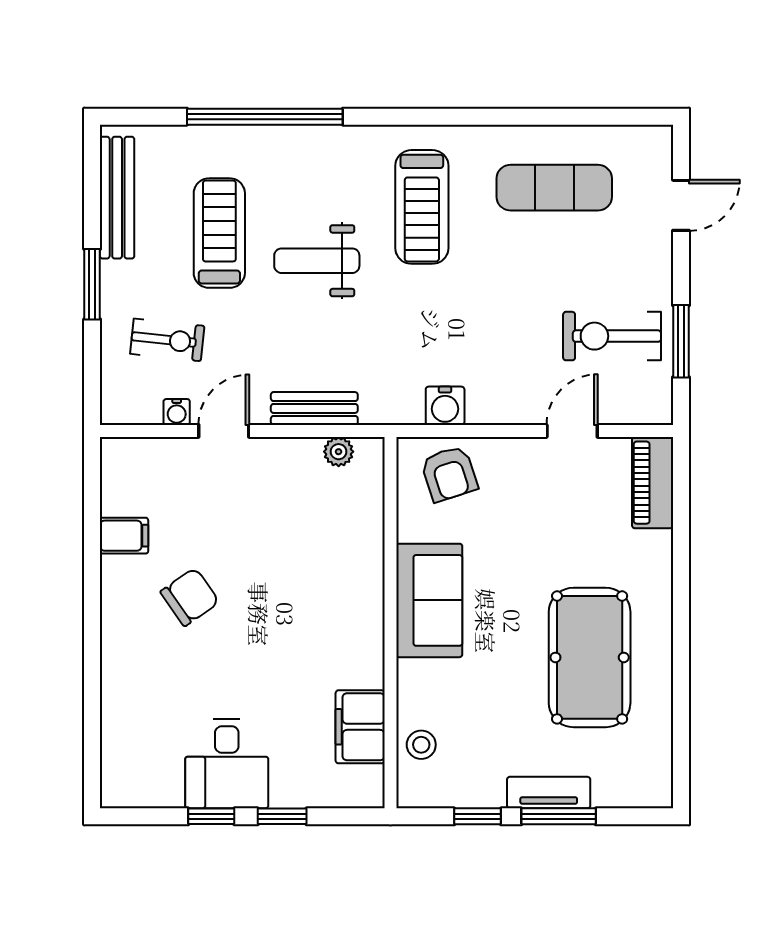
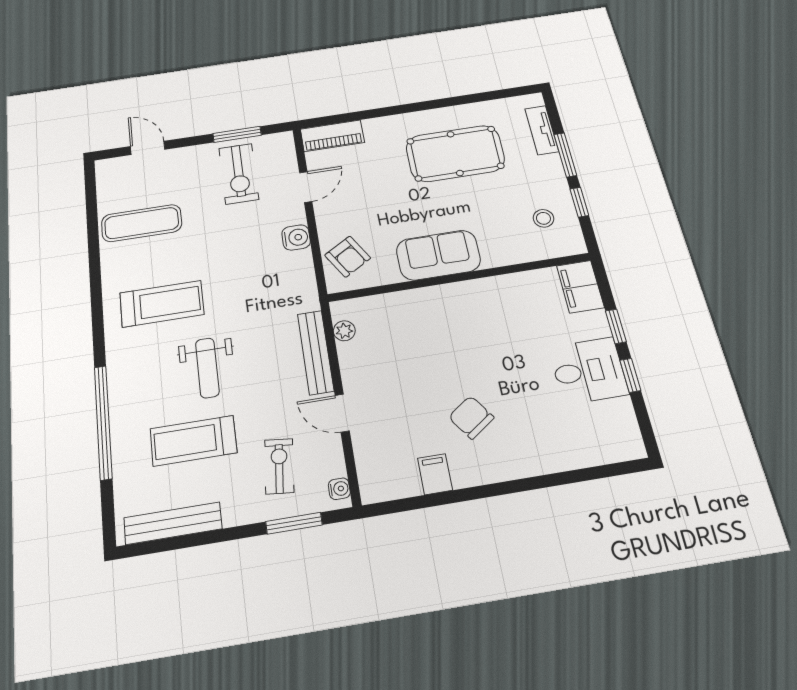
exercise mat: (554, 188) -> (142, 223), turned 90
window: (92, 284) -> (294, 523), moved
water cooler: (445, 406) -> (296, 237), moved
bench: (314, 408) -> (316, 352), width x1.36
water cooler: (177, 412) -> (339, 489), moved
door: (572, 431) -> (306, 187), swing flipped
armchair: (449, 474) -> (348, 257), turned 77
filing cabinet: (360, 727) -> (580, 287), moved, turned 90
stool: (421, 745) -> (543, 218), moved
tv unit: (549, 793) -> (542, 130), moved

